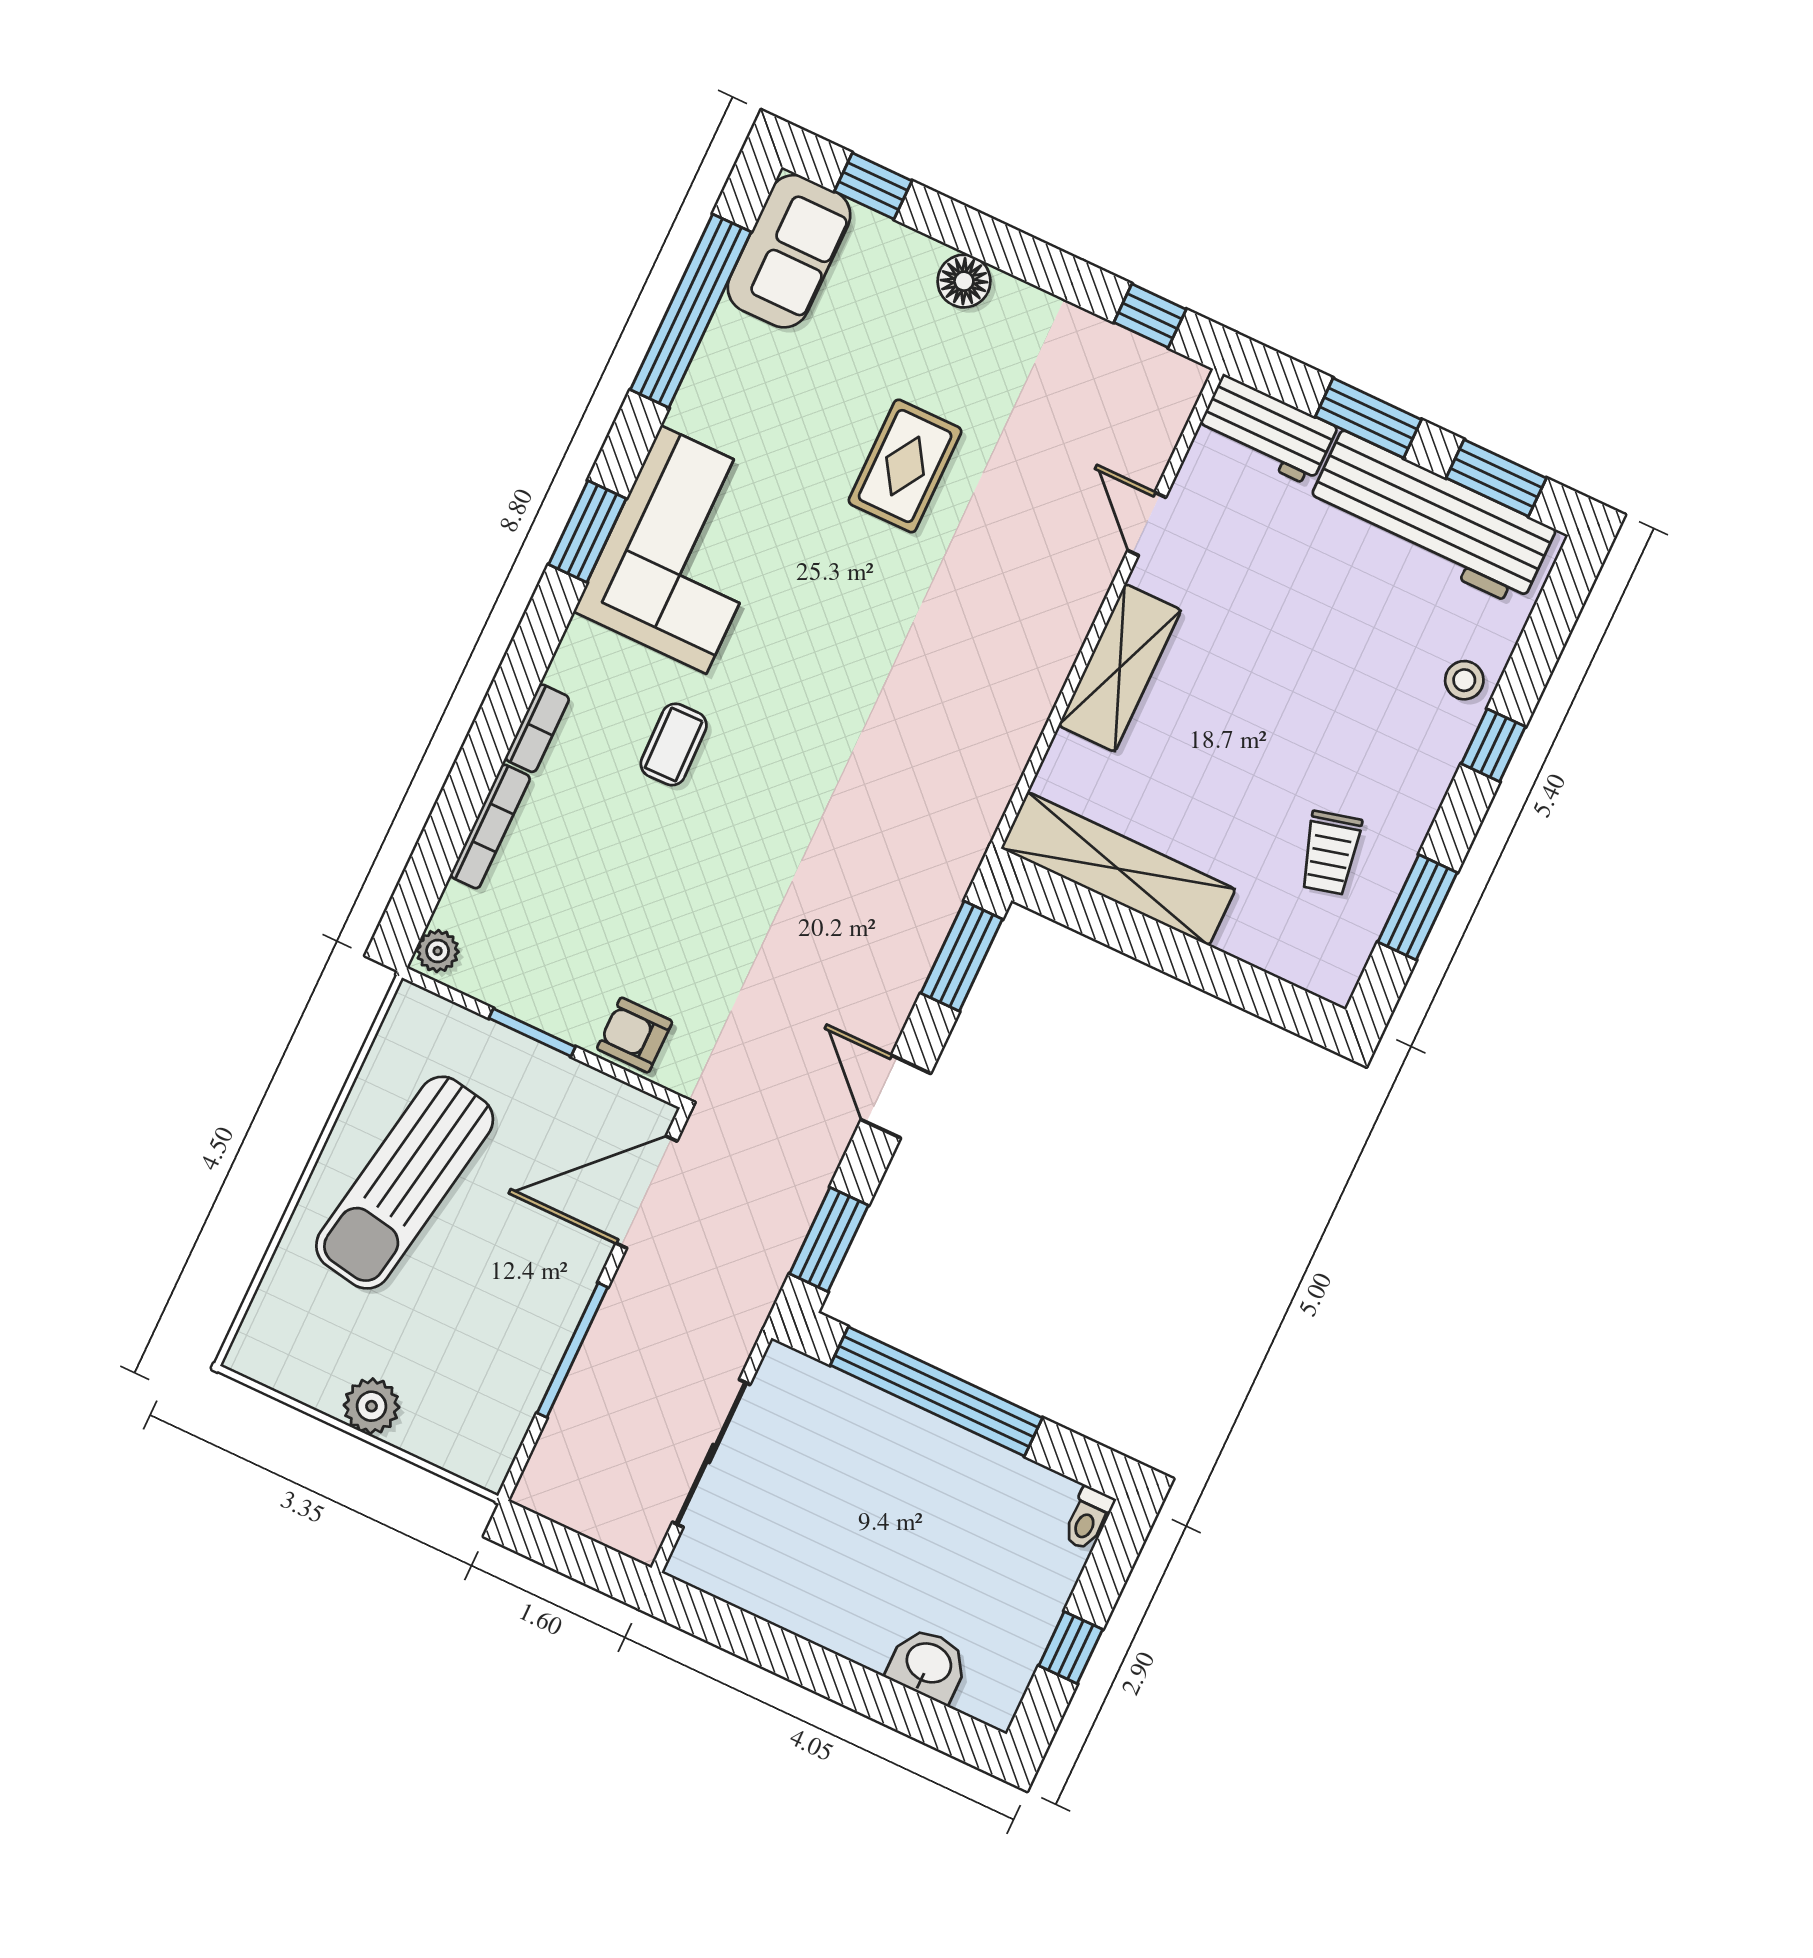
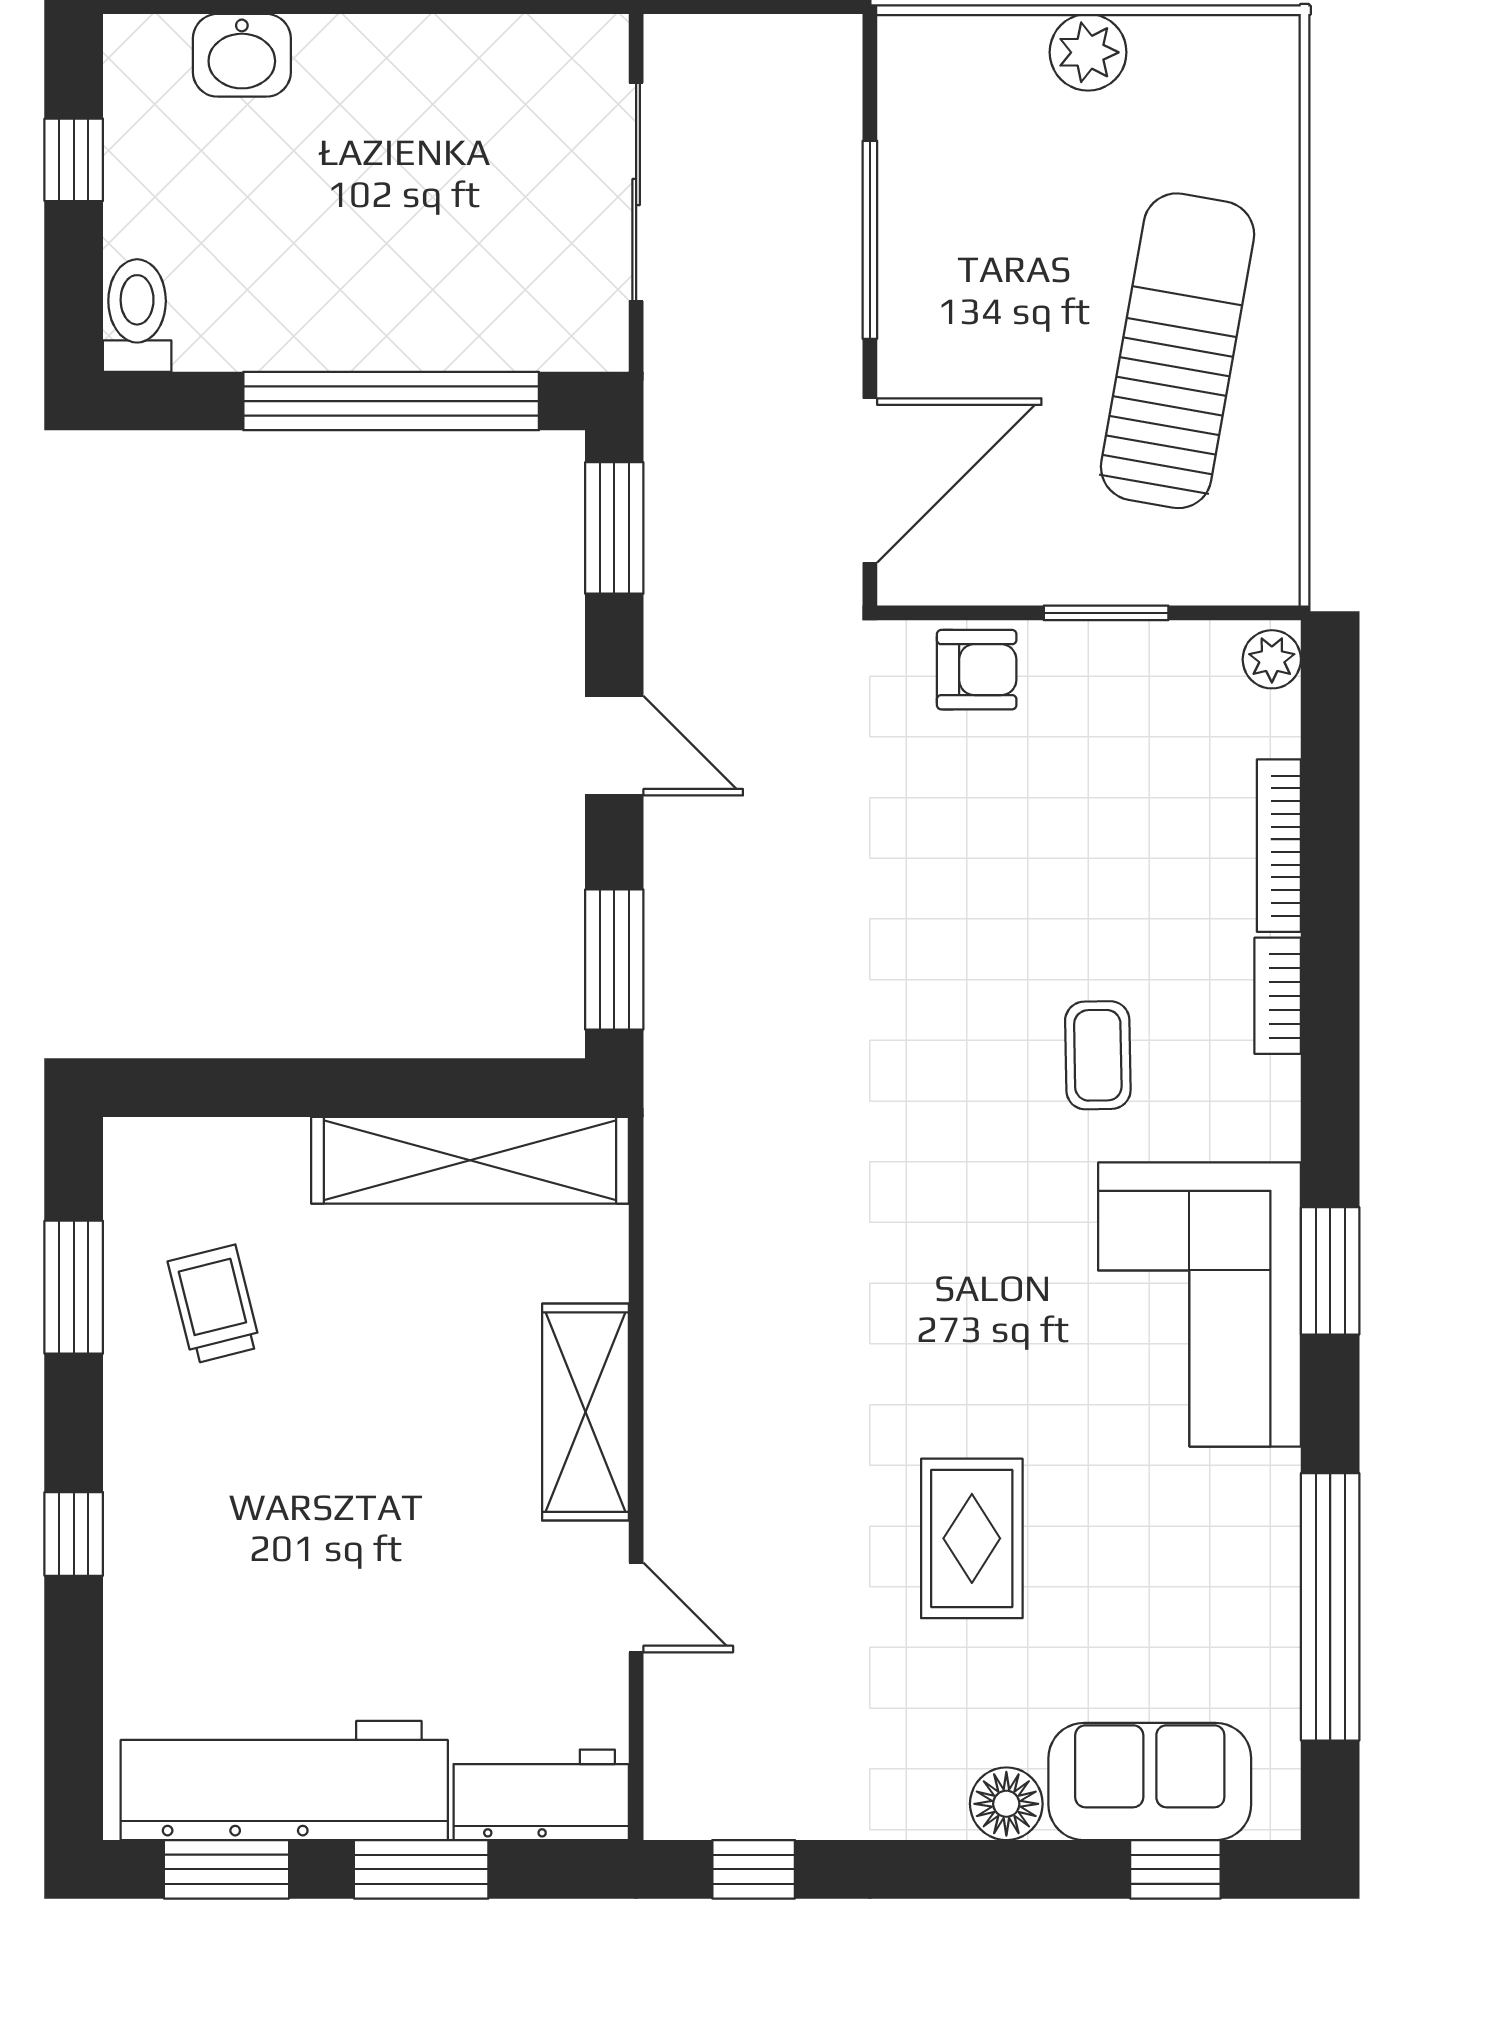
sofa: (789, 251) -> (1150, 1782), moved, turned 90
stool: (1464, 680) -> (148, 1598), removed
toilet: (1088, 1518) -> (137, 316), width x1.37, depth x1.39

